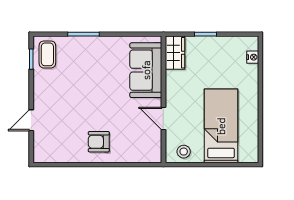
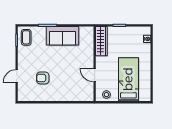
wardrobe: (175, 53) -> (101, 41), width x1.50
sofa: (146, 70) -> (62, 36), moved, turned -90
armchair: (99, 142) -> (43, 78), moved

